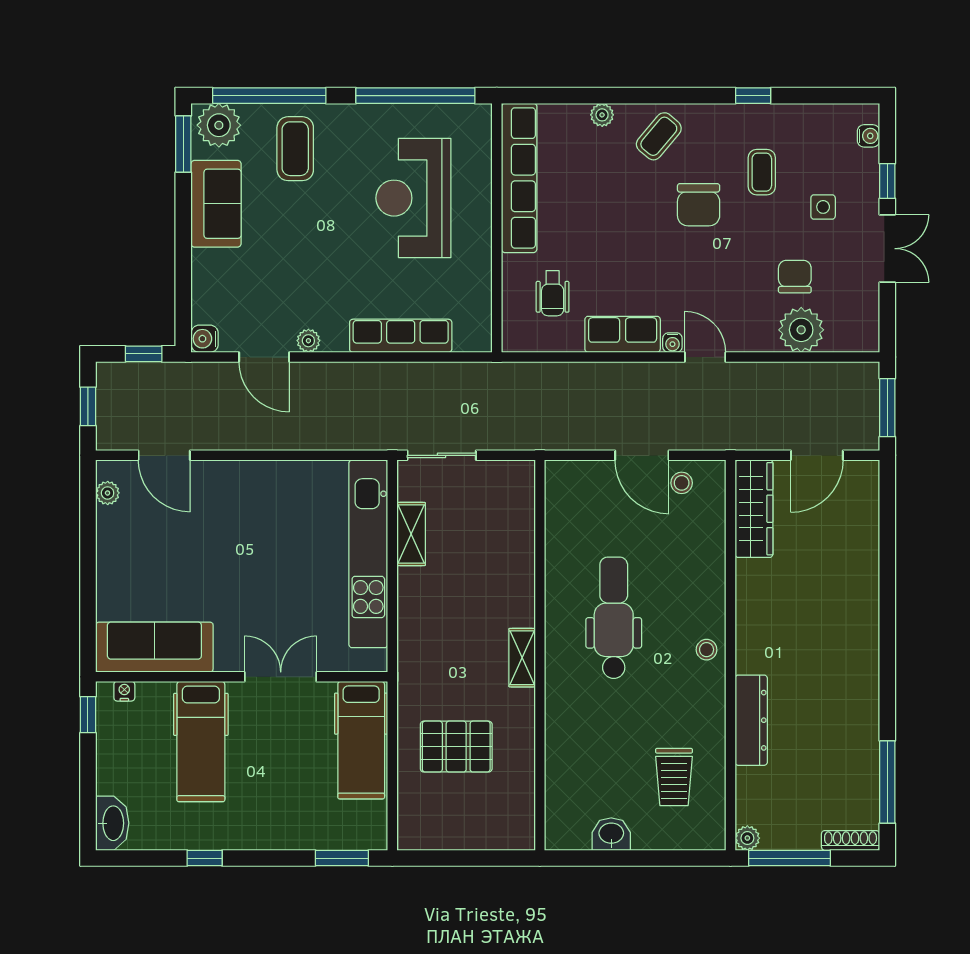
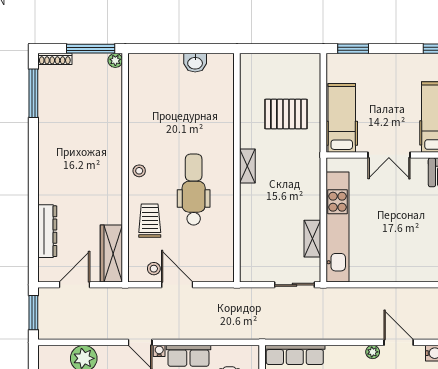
row of seats: (401, 336) -> (295, 355), moved
dental chair: (614, 618) -> (194, 190), turned 180
dresser: (751, 720) -> (47, 231), moved, turned 180
trolley: (674, 777) -> (150, 221), moved

